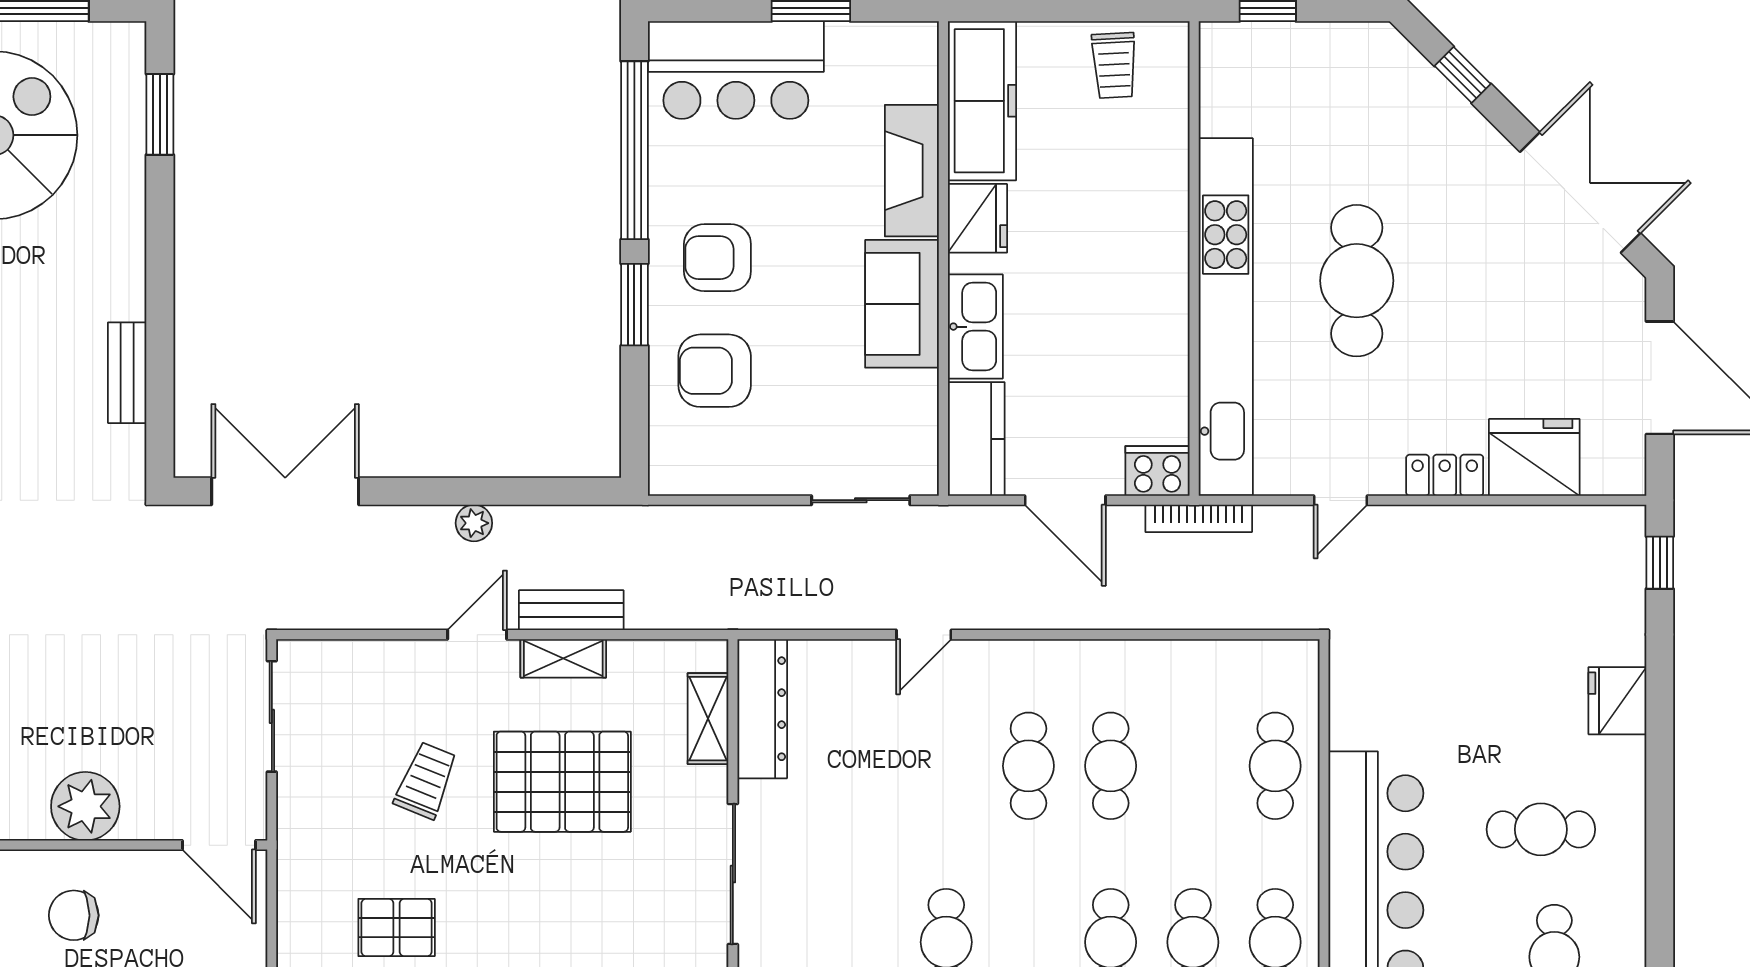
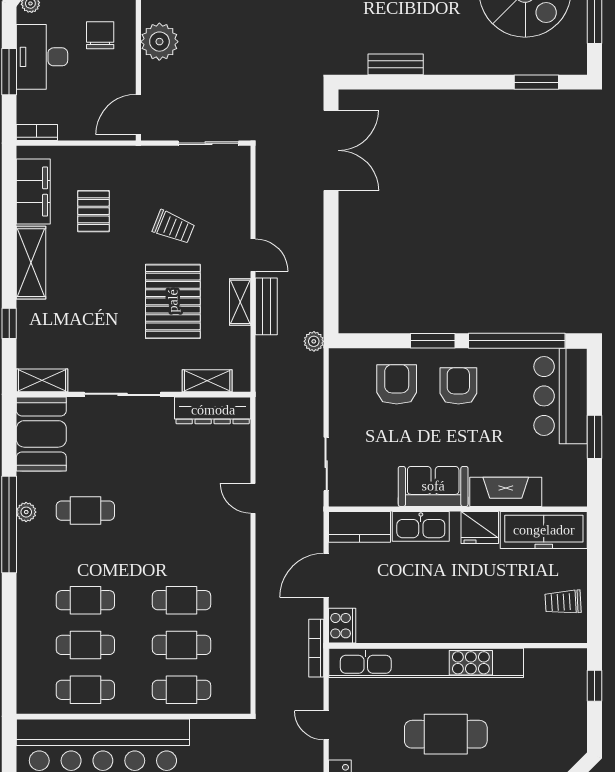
plant: (474, 523) -> (314, 341), moved
cafe table: (1028, 766) -> (182, 645), moved

